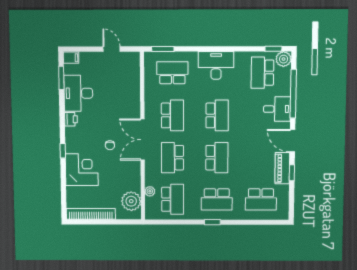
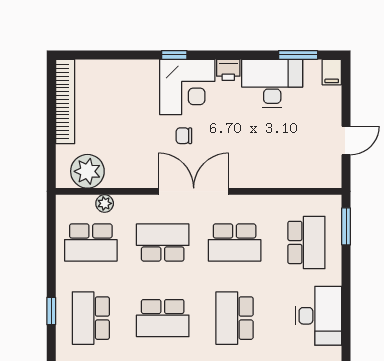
school desk: (217, 115) -> (235, 318), turned 90
corner desk: (82, 170) -> (187, 87), moved

